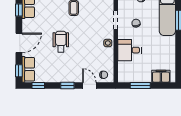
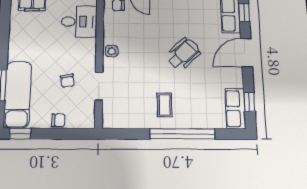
wheelchair: (61, 42) -> (183, 54), turned -133
desk: (130, 50) -> (79, 22), moved

